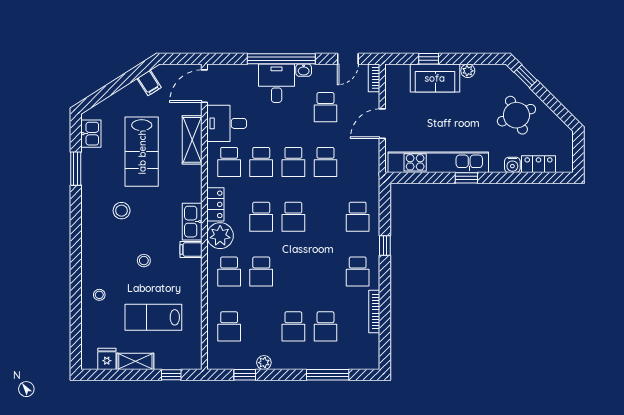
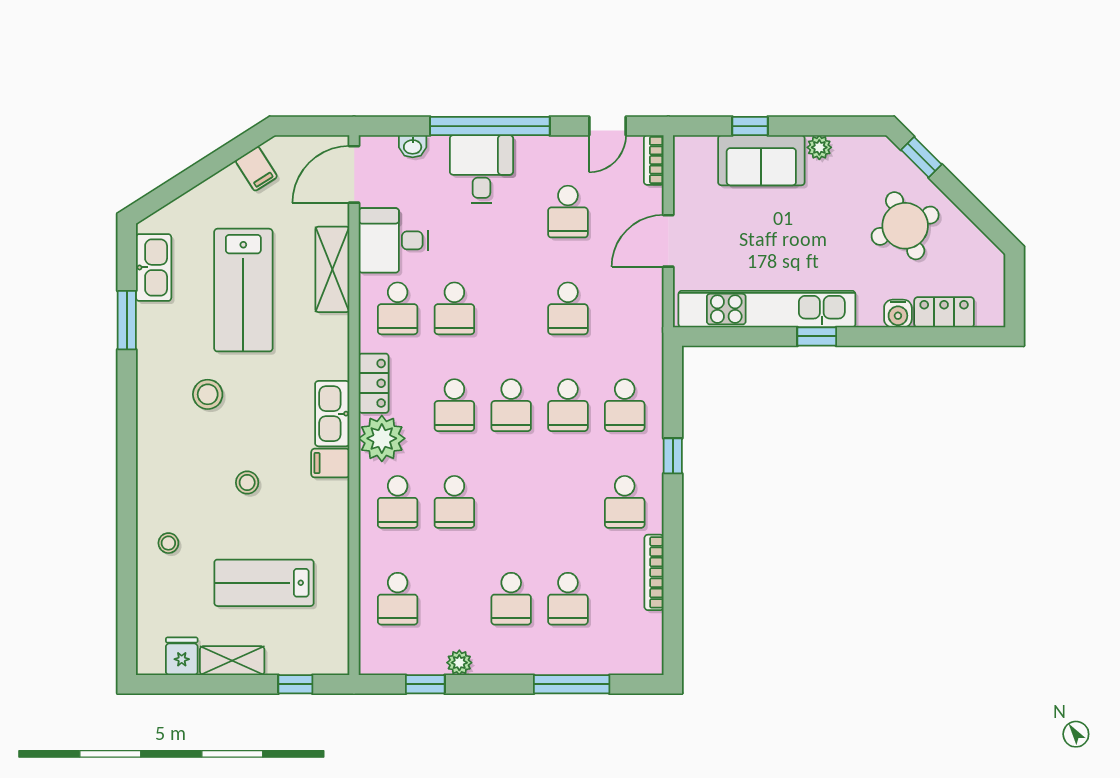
washbasin: (304, 70) -> (413, 146), moved
kitchen sink: (91, 134) -> (154, 267), width x1.38
school desk: (293, 162) -> (568, 405), moved

